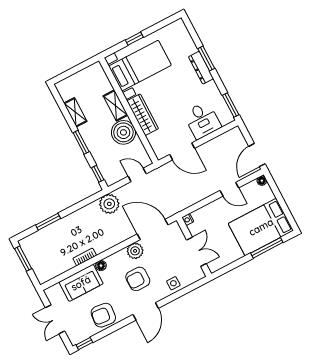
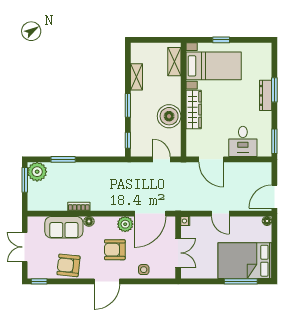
shelving: (115, 105) -> (174, 62), moved
door: (229, 189) -> (220, 214), moved
plant: (109, 204) -> (37, 172), moved
door: (153, 229) -> (150, 214), swing flipped

